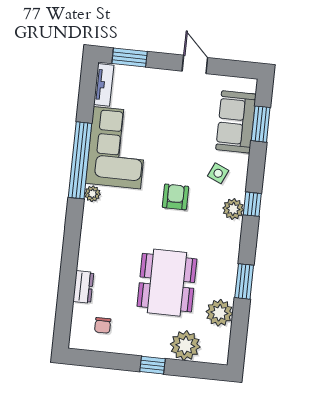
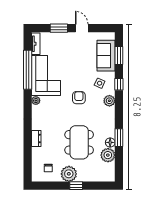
window: (130, 58) -> (59, 28), moved
window: (80, 160) -> (28, 70), moved
window: (252, 204) -> (119, 84), moved
dresser: (83, 287) -> (36, 138), moved
floor lamp: (227, 289) -> (110, 142), added
plant: (185, 346) -> (69, 174), moved

